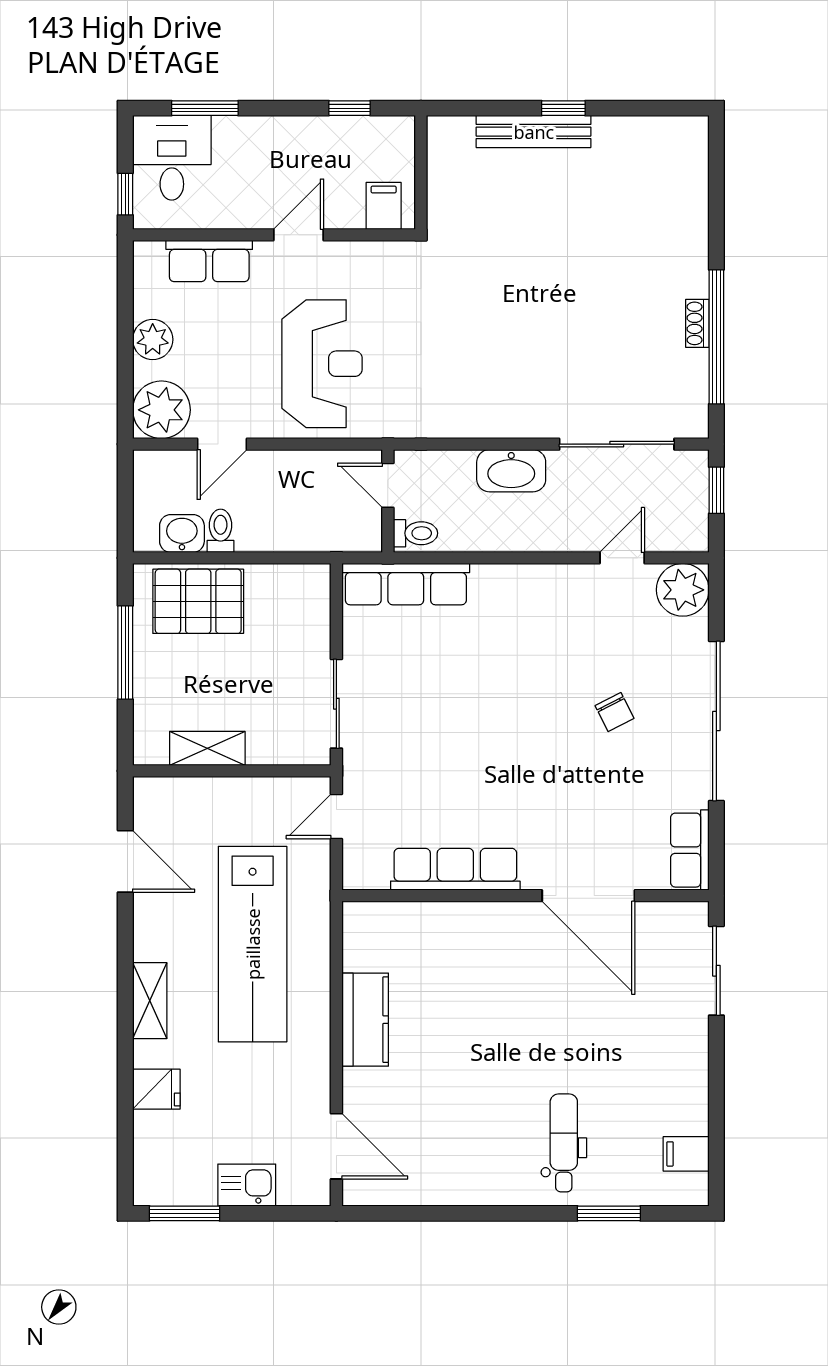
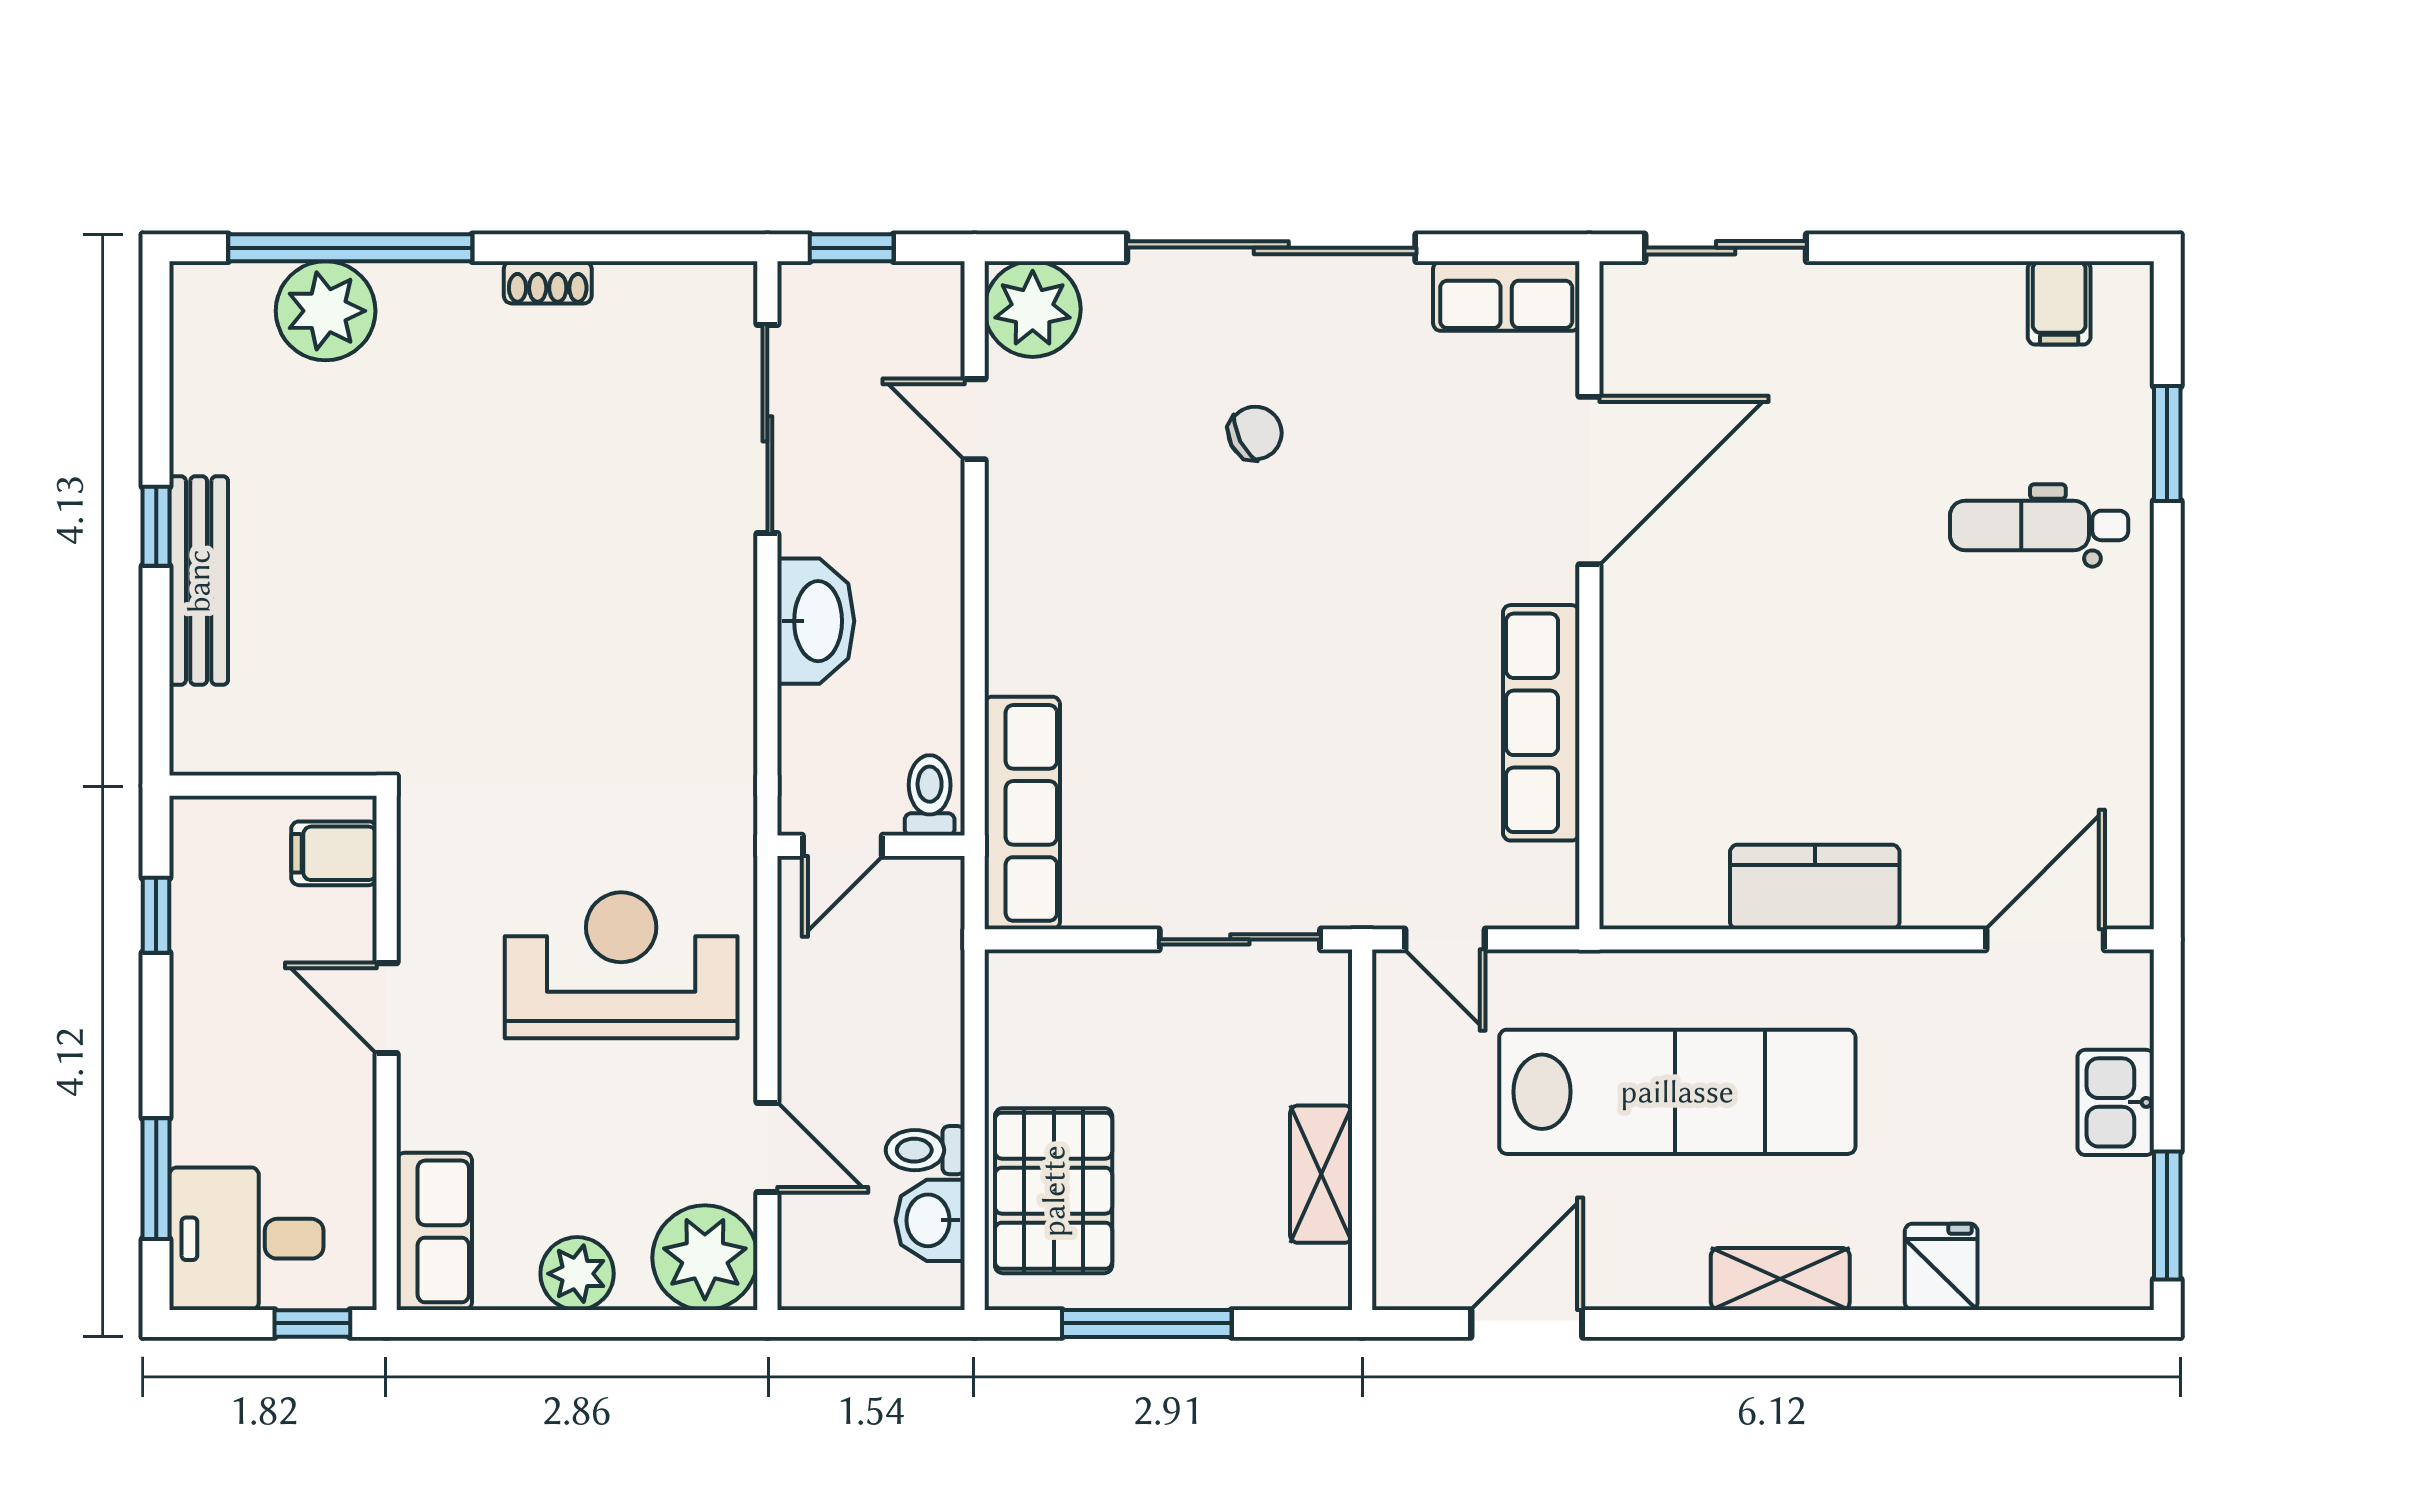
plant: (682, 201) -> (326, 311), added
row of seats: (209, 261) -> (434, 1231), moved
window: (716, 337) -> (350, 248), moved

